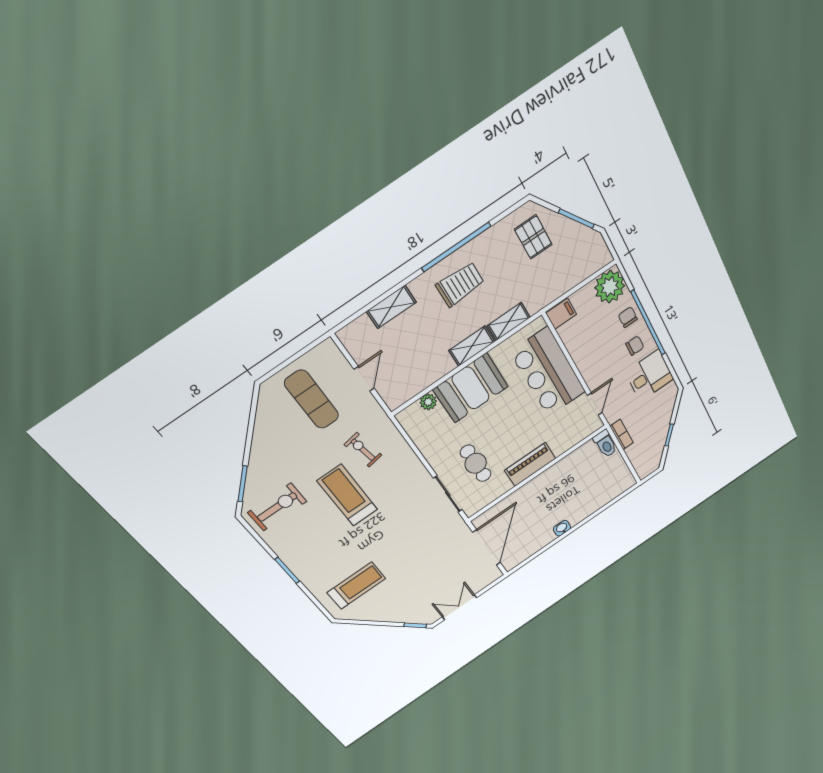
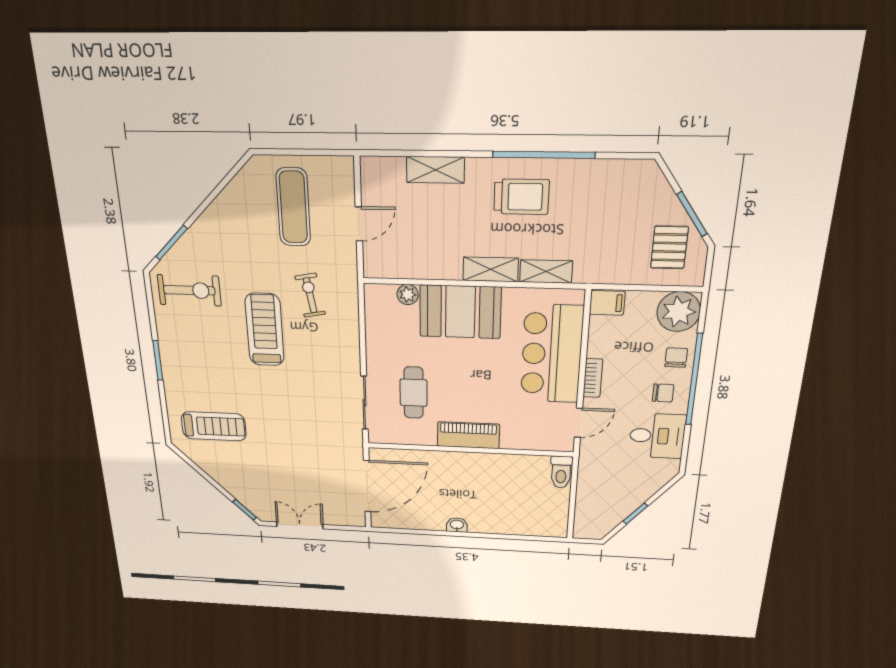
pallet: (533, 237) -> (669, 247), moved
bookcase: (622, 435) -> (593, 378), moved

